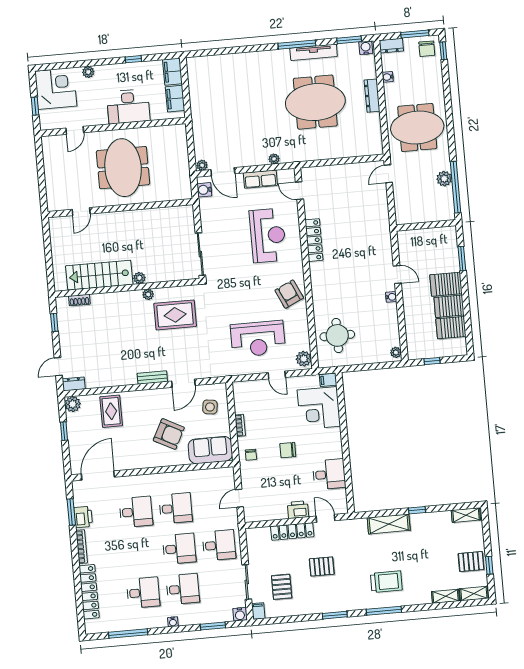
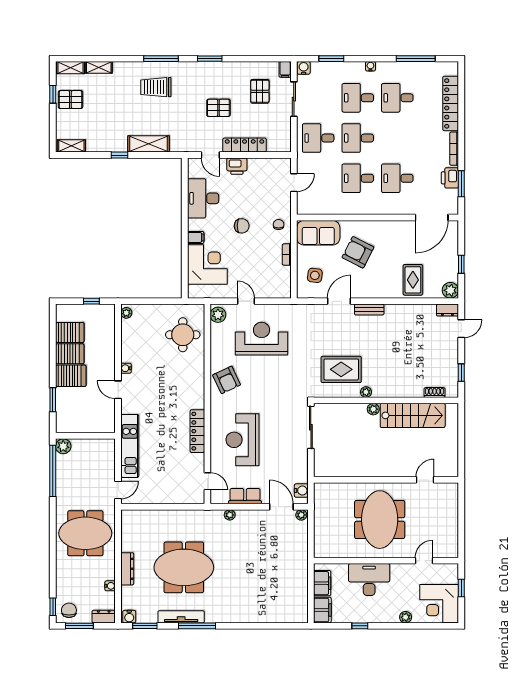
plant: (444, 179) -> (63, 446), moved
kitchen unit: (380, 219) -> (130, 446), added
filing cabinet: (328, 380) -> (196, 237), moved
desk: (329, 474) -> (203, 198), width x1.37

